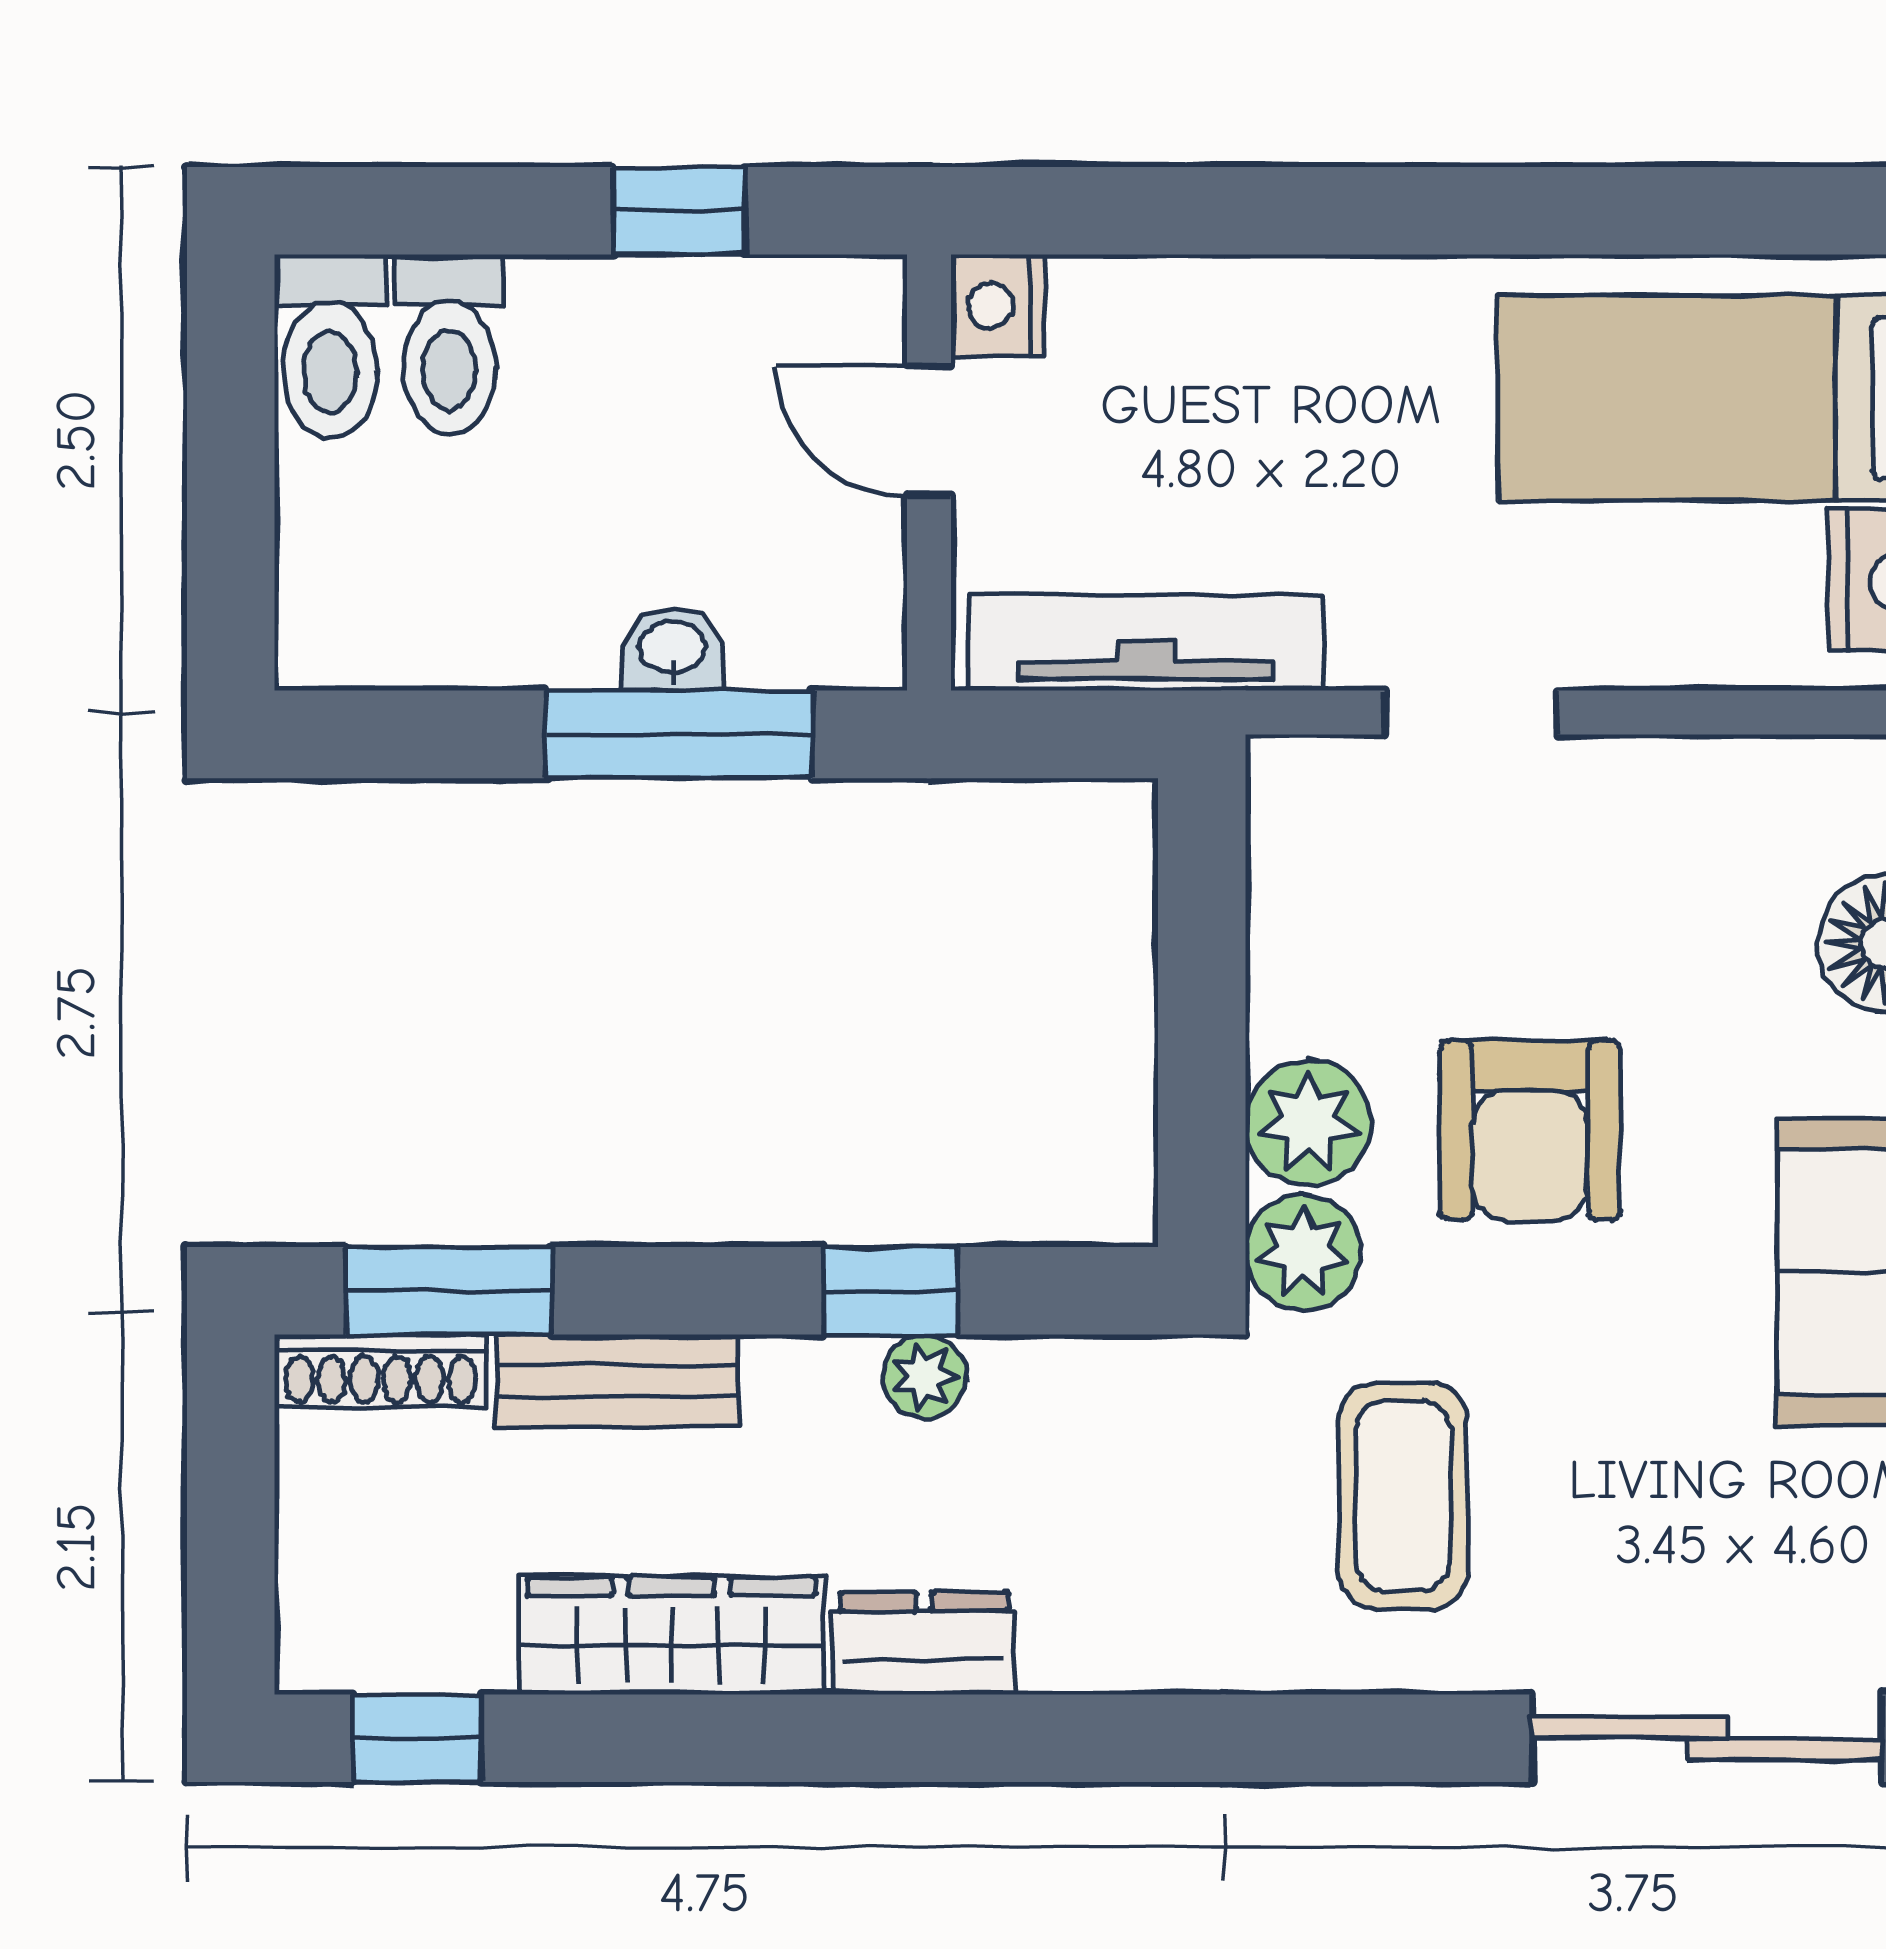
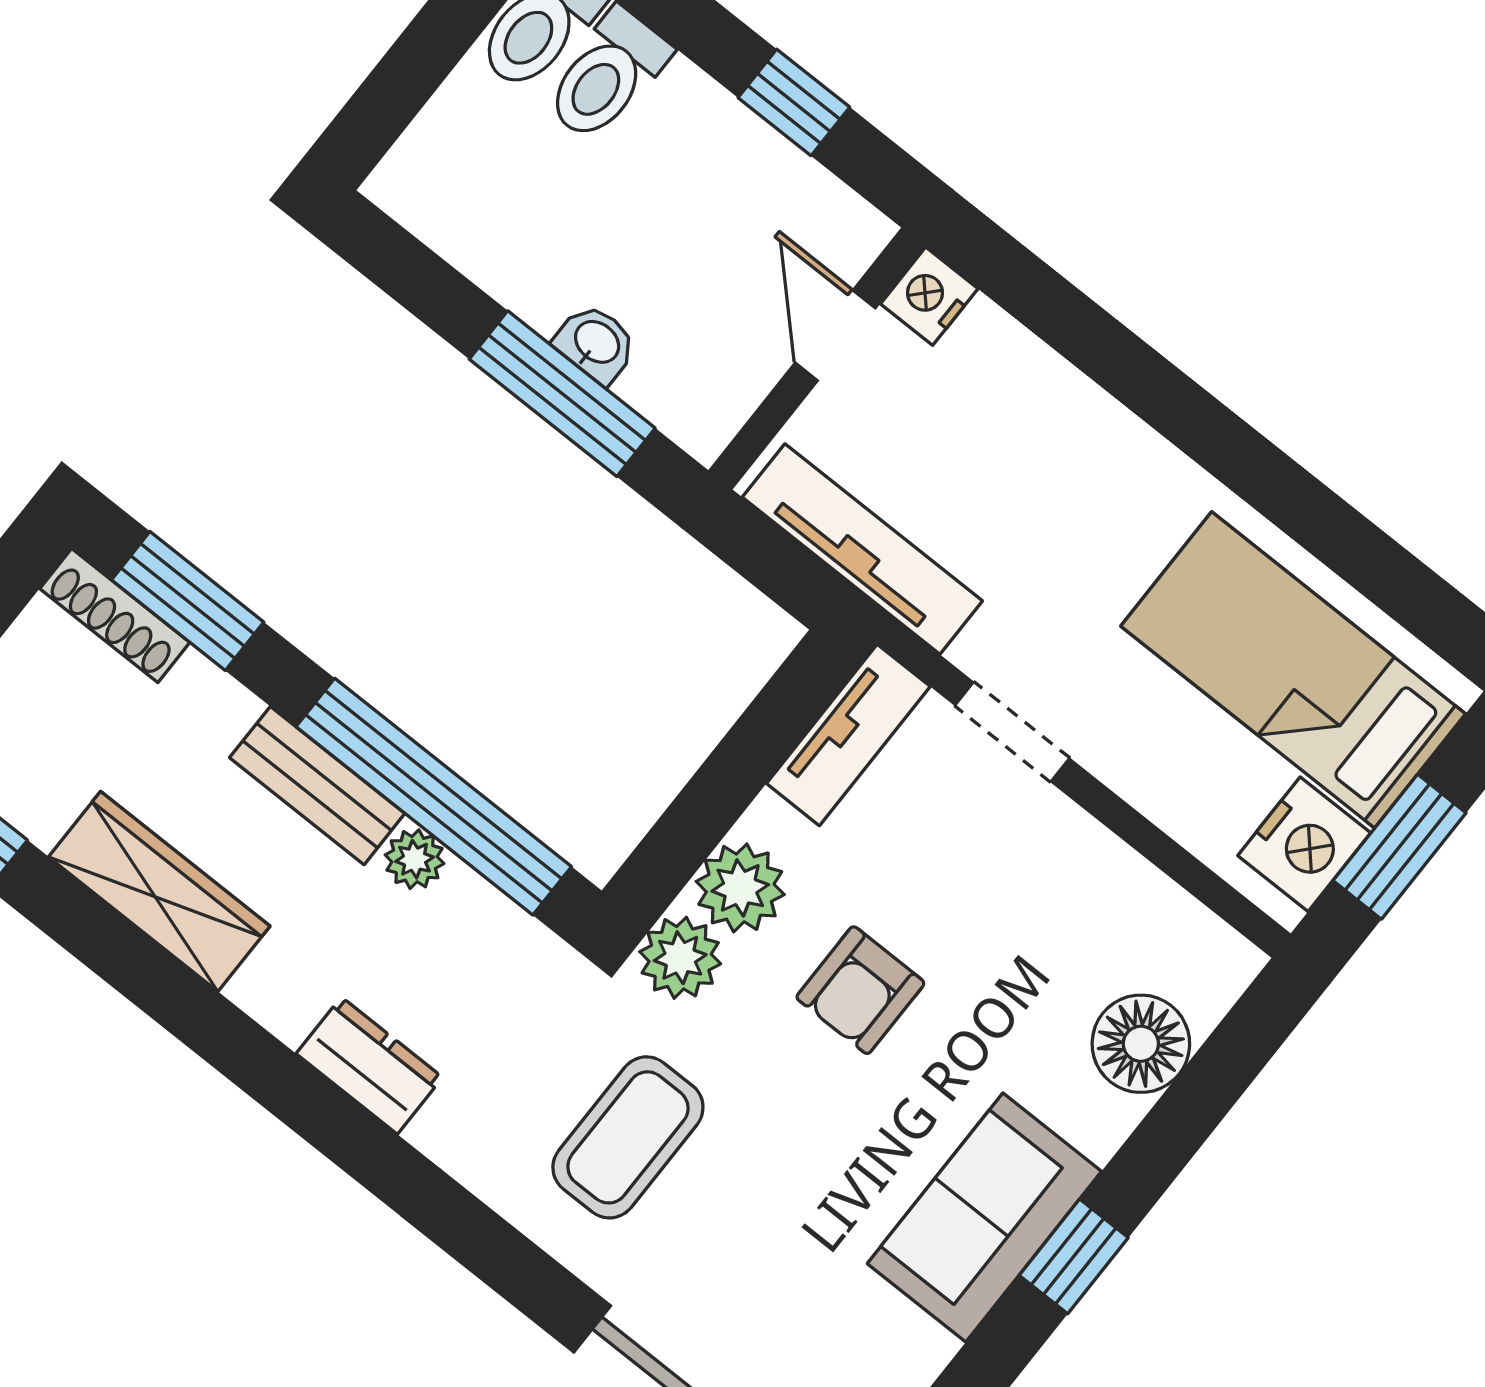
tv unit: (1293, 860) -> (848, 735), added
armchair: (1530, 1130) -> (860, 990), width x0.72, depth x0.72
window: (891, 1291) -> (434, 797), width x3.17
bench: (617, 1381) -> (317, 786), moved
dresser: (924, 1643) -> (369, 1065), moved

